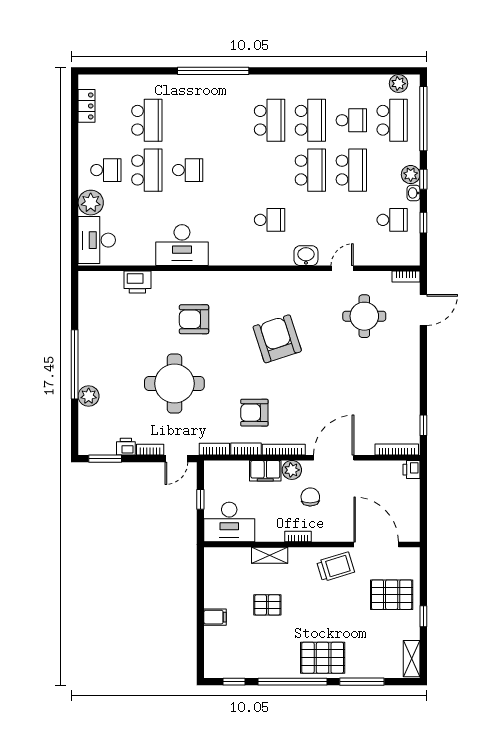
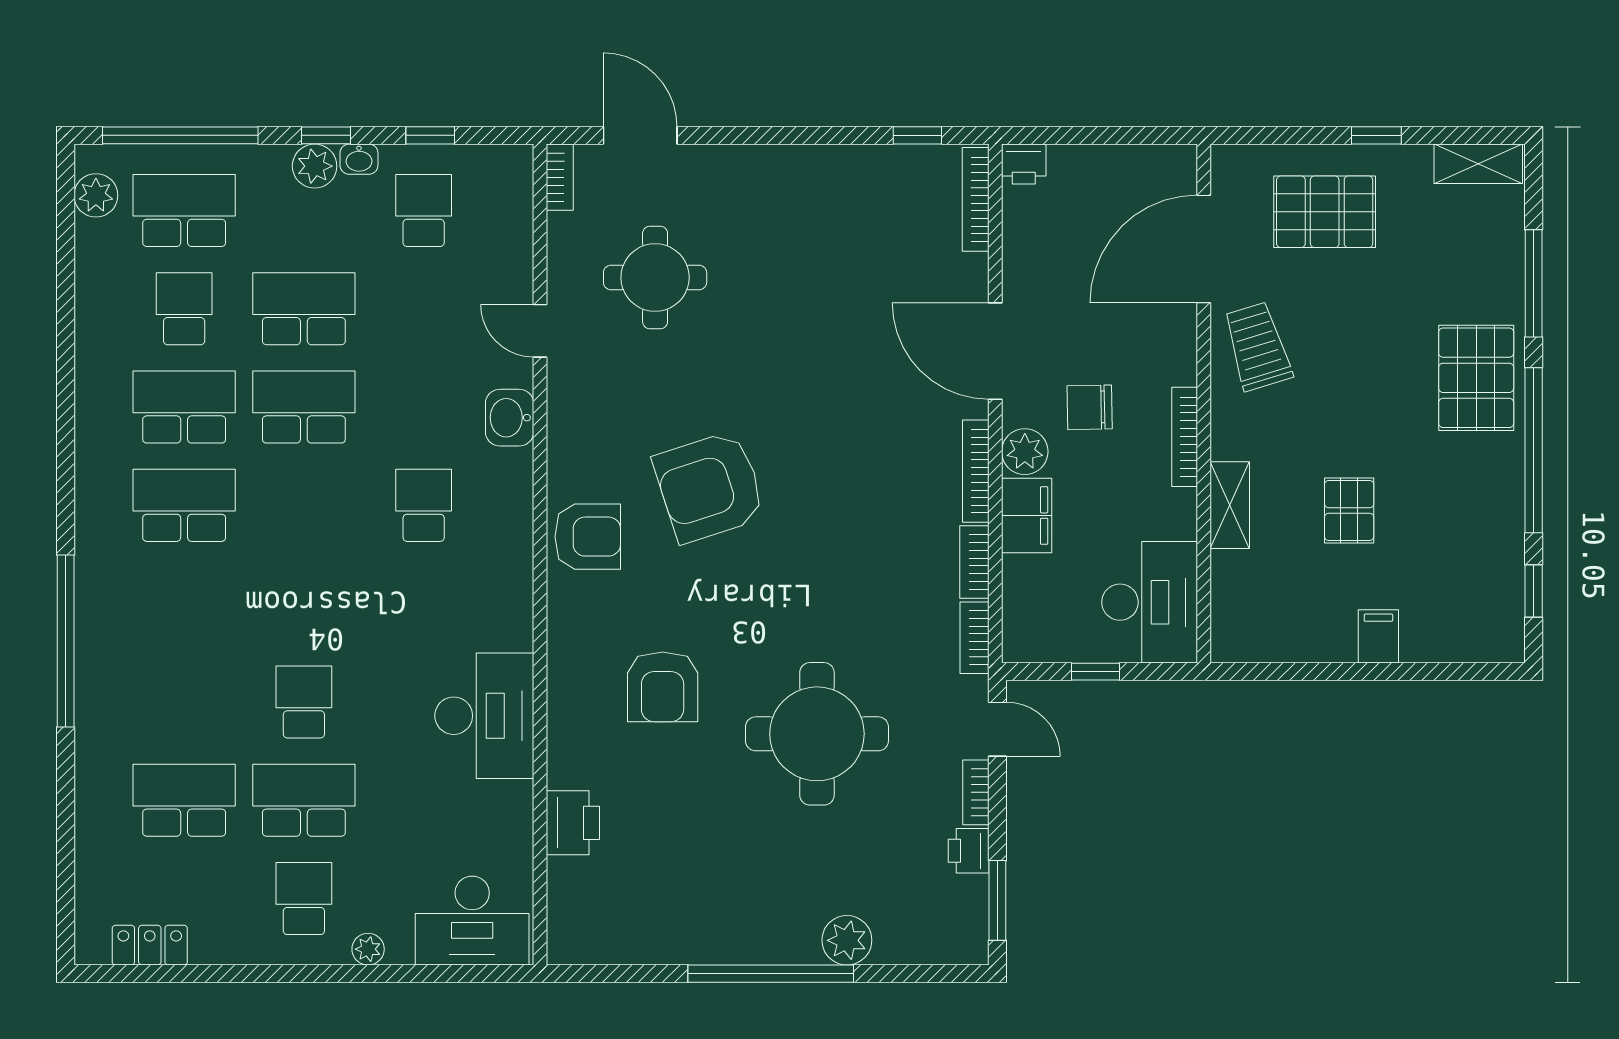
plant: (91, 203) -> (368, 949), width x0.53, depth x0.53
armchair: (254, 413) -> (588, 537), moved, turned -90
bookcase: (298, 536) -> (1185, 437), width x1.56
pallet: (392, 595) -> (1325, 212), turned 90

